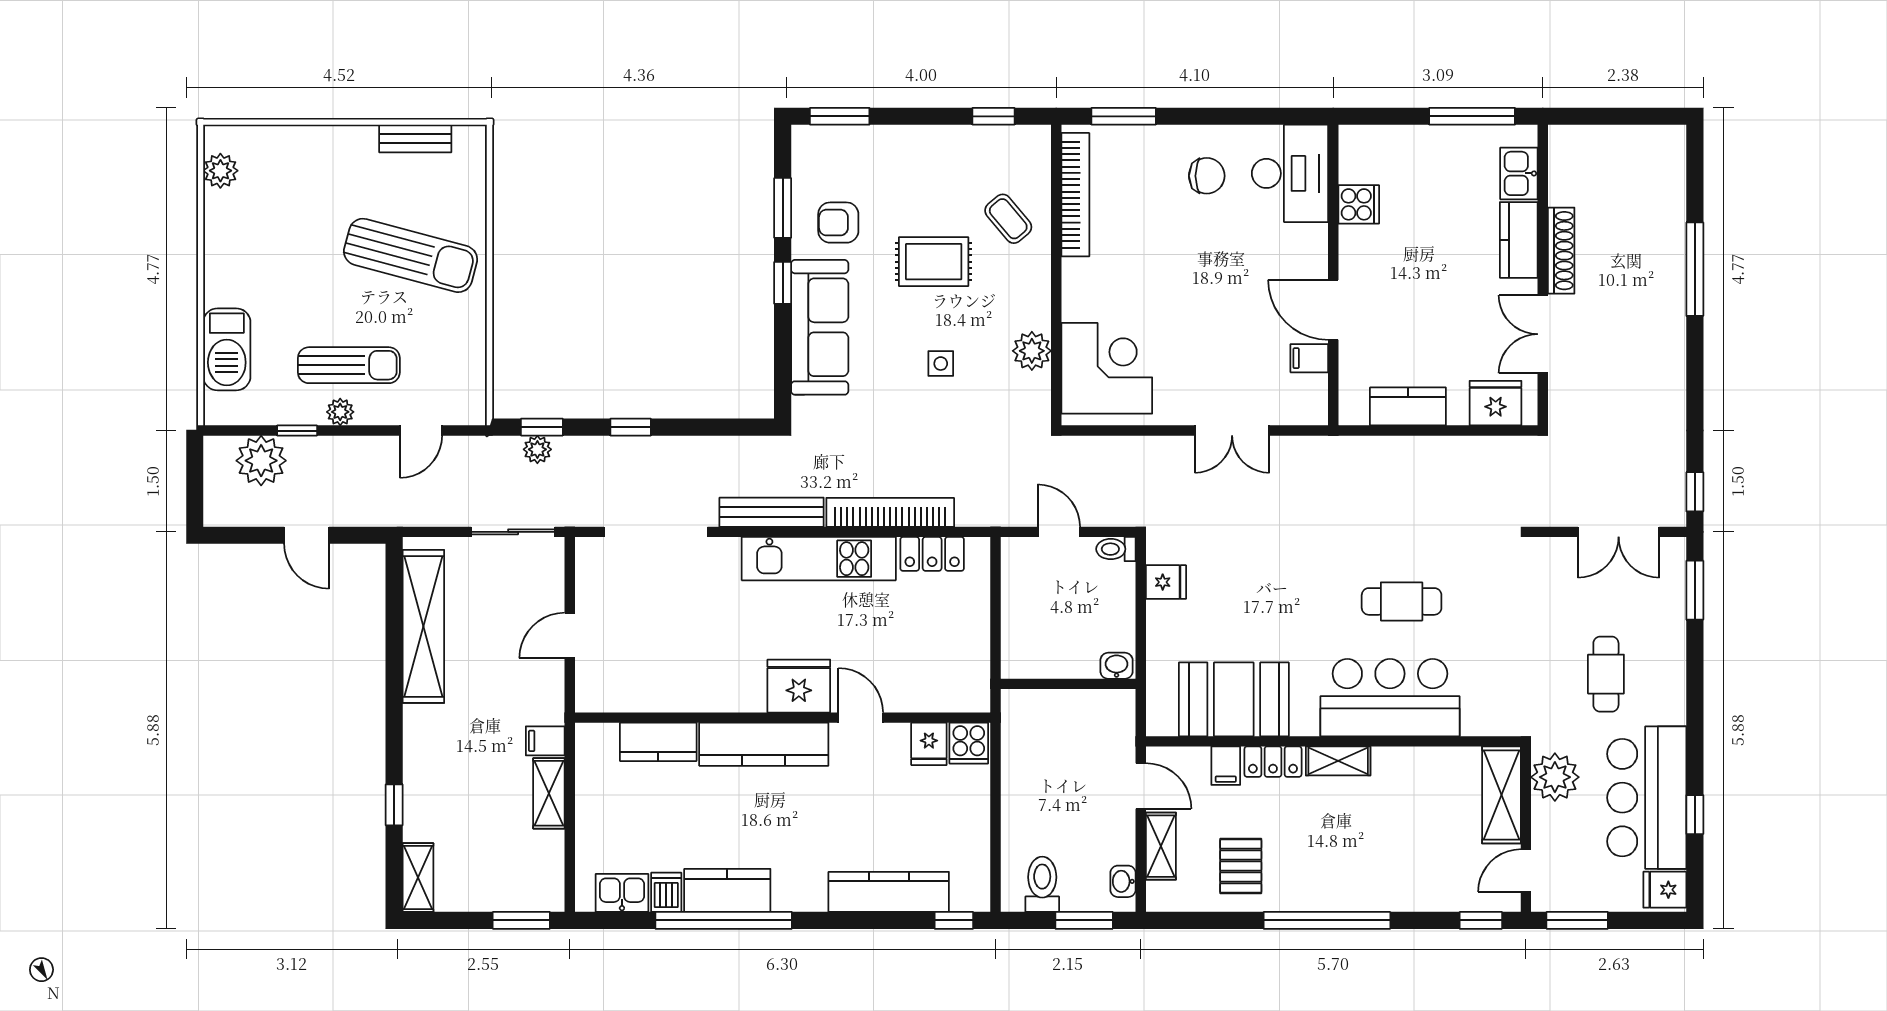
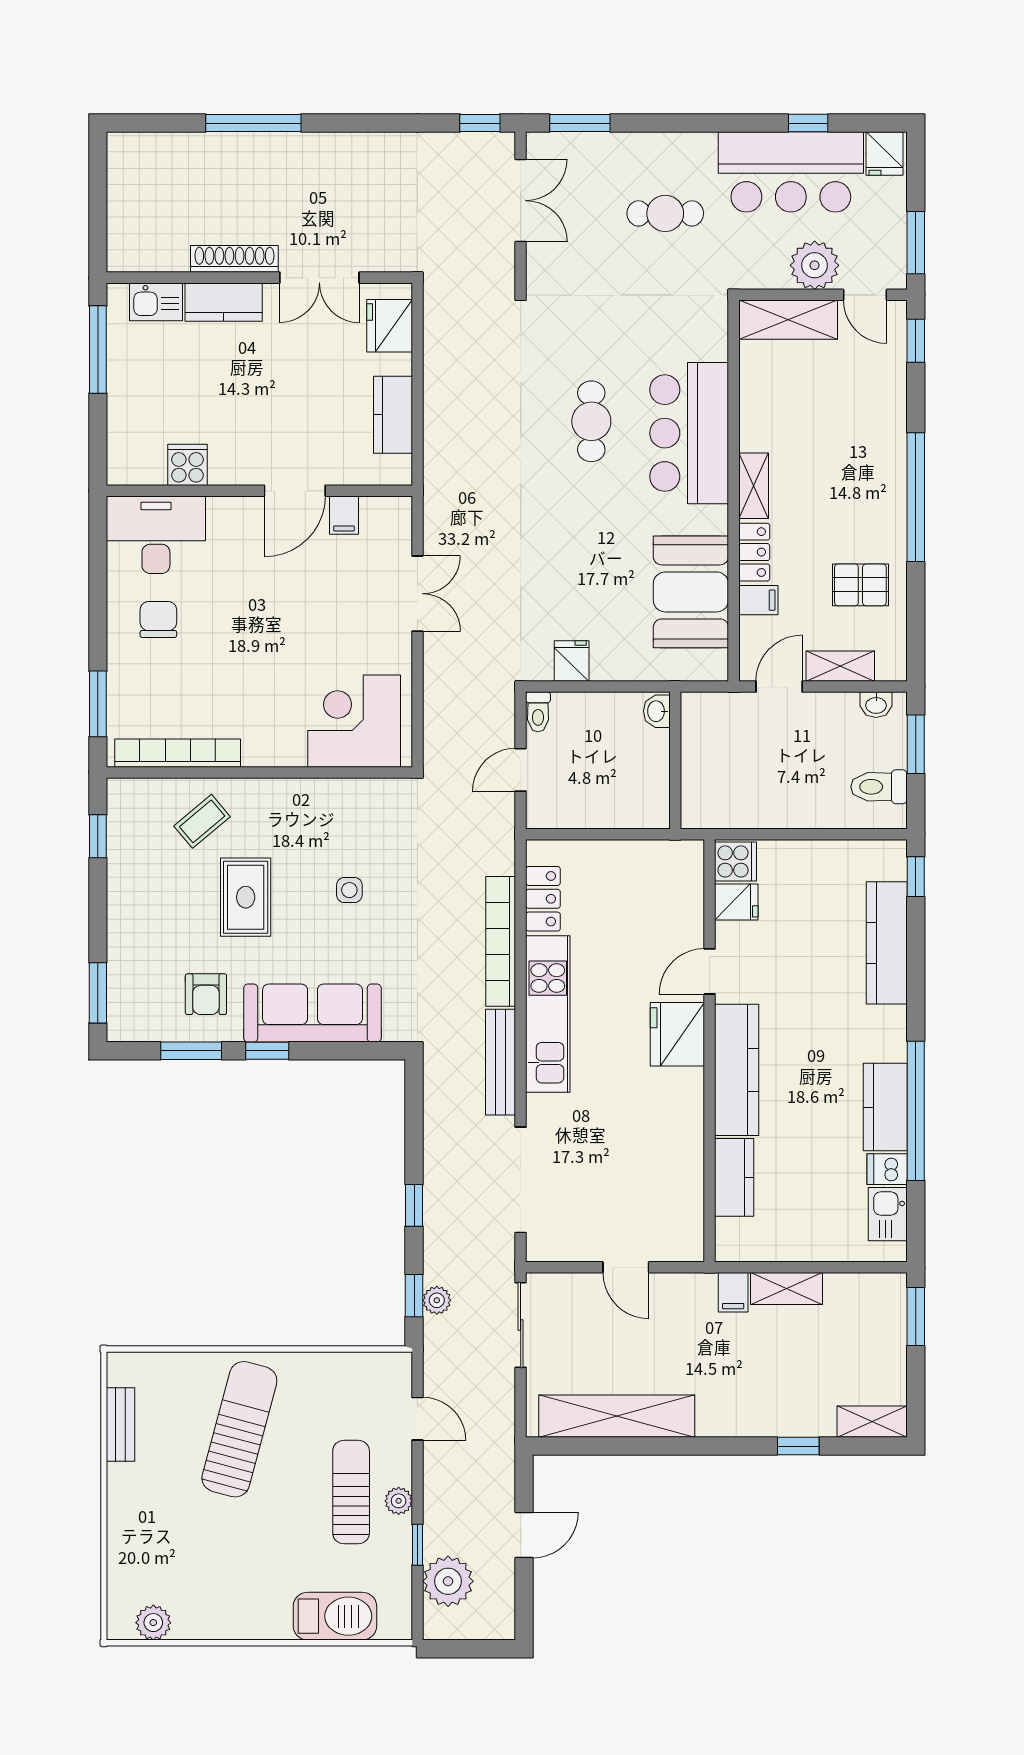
plant: (1032, 351) -> (336, 797), removed
plant: (1555, 777) -> (815, 265), moved

